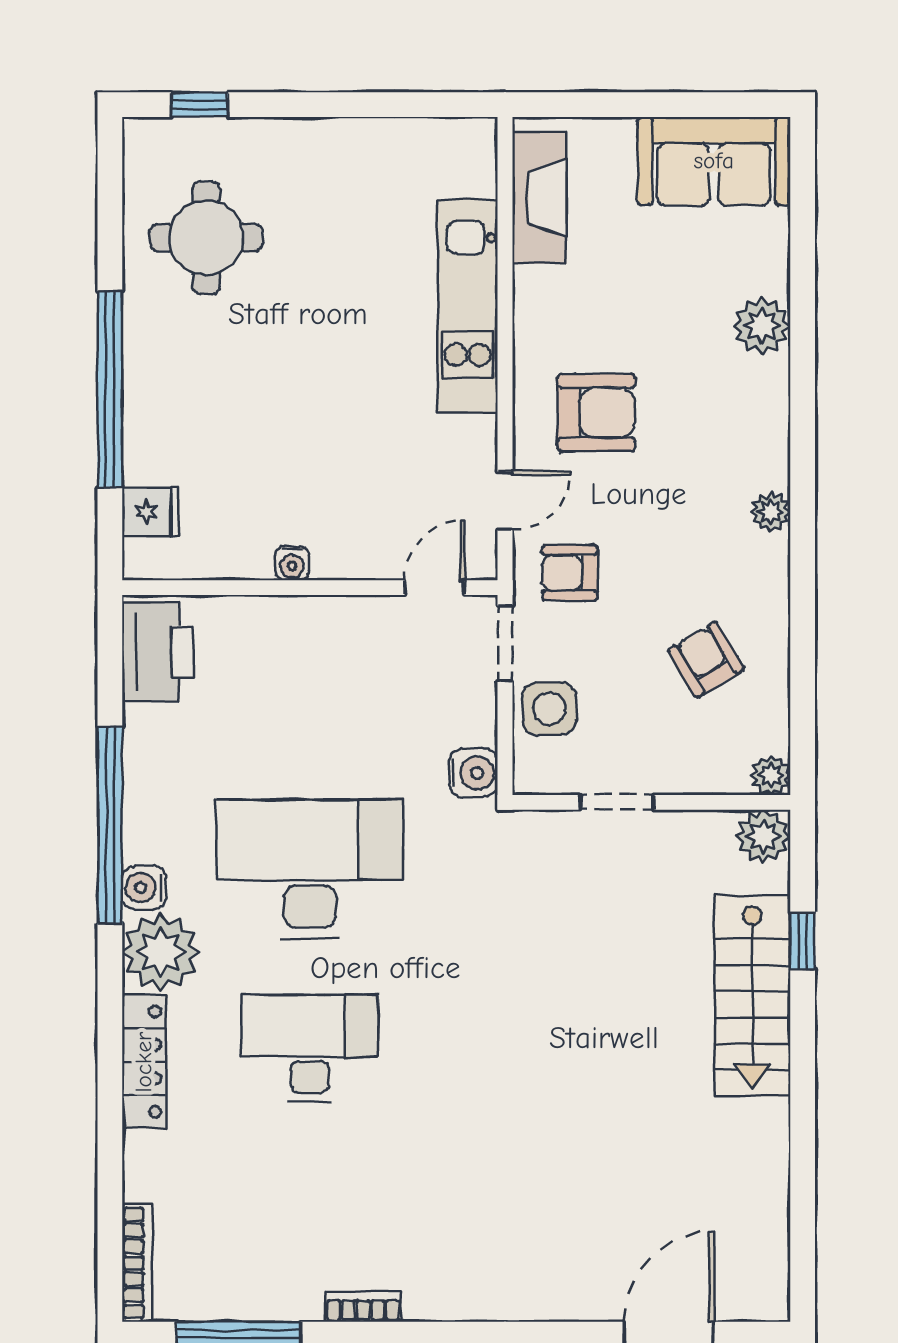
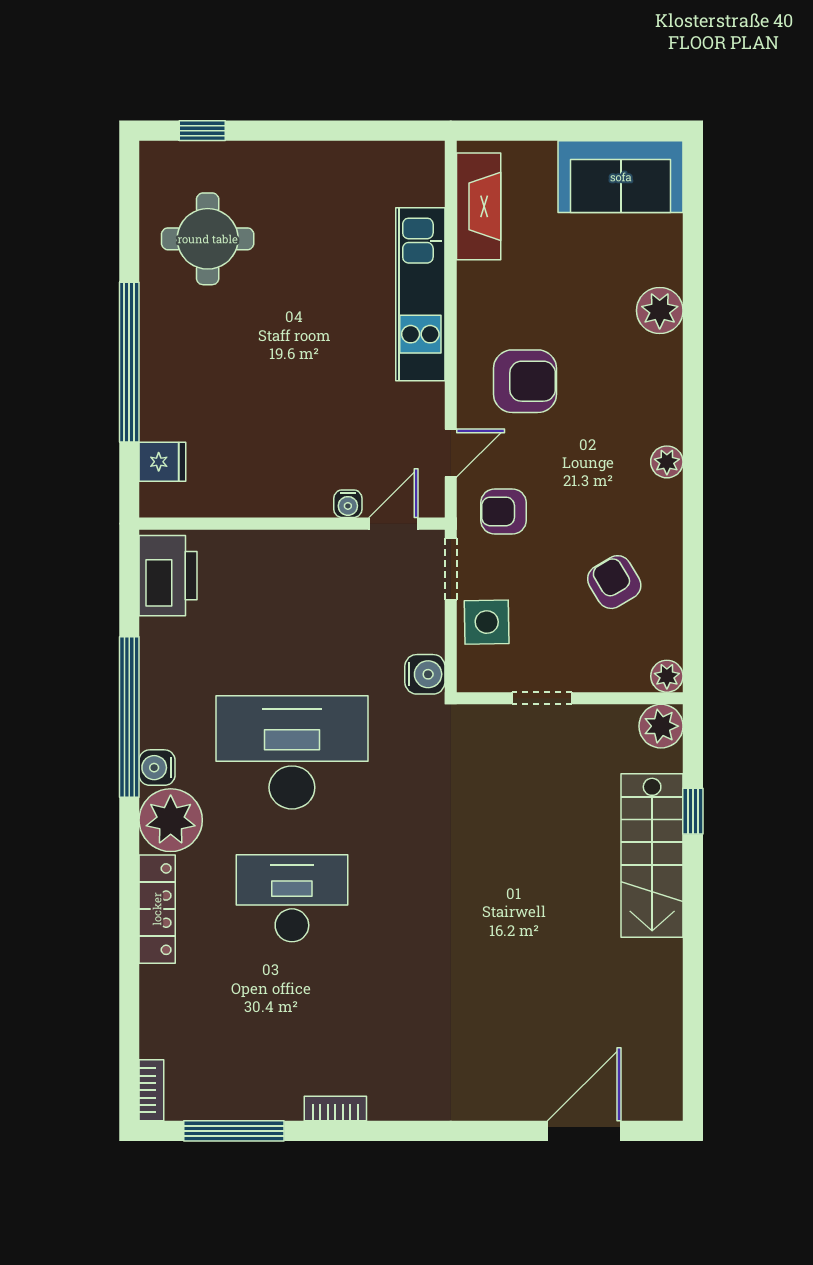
water cooler: (292, 563) -> (348, 504), moved
bookcase: (137, 1263) -> (151, 1090), width x0.64

